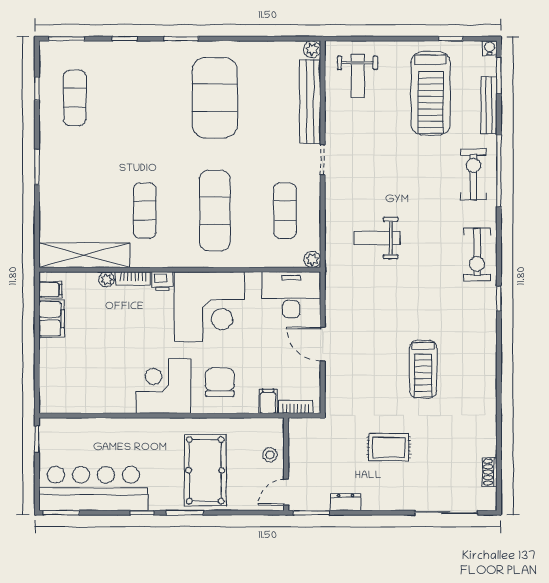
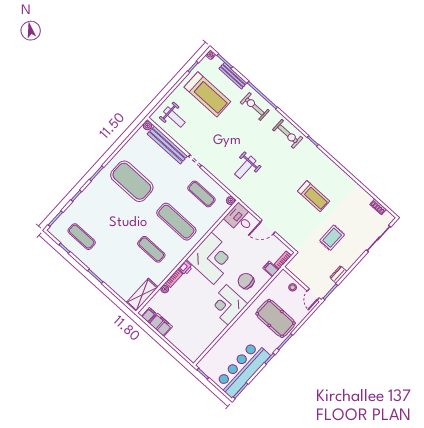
shelving: (84, 255) -> (142, 295), width x0.68
desk: (291, 295) -> (240, 218), width x0.73

